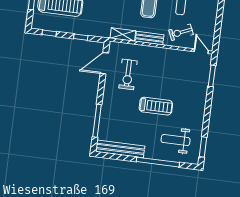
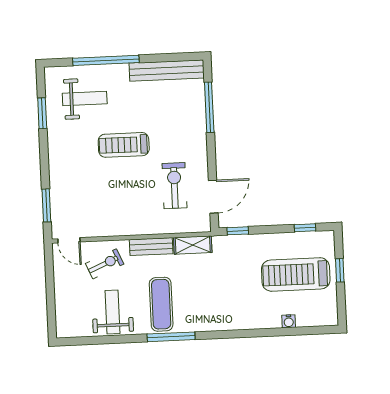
window: (81, 37) -> (238, 231), moved
window: (203, 147) -> (42, 113), moved

